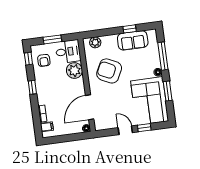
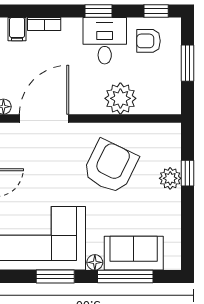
window: (130, 29) -> (187, 173), moved
sofa: (133, 40) -> (134, 253), moved, turned 90
plant: (95, 42) -> (170, 178), moved
desk: (68, 52) -> (105, 41), moved, turned 180
door: (90, 107) -> (44, 118), hinge flipped

